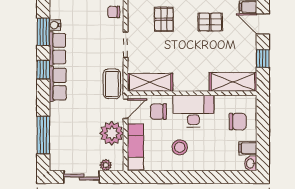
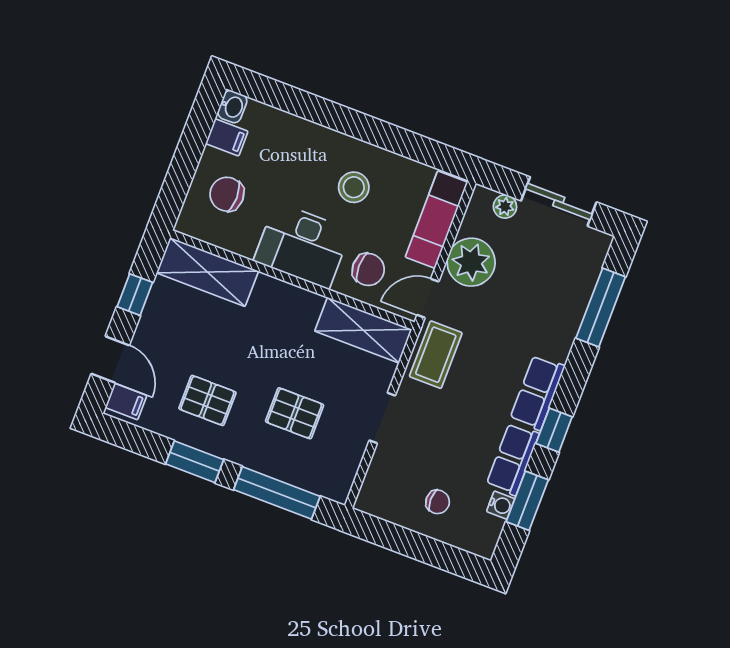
chair: (114, 12) -> (438, 502), moved
pallet: (164, 19) -> (295, 413), moved, turned 90

